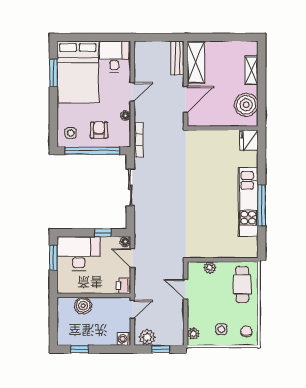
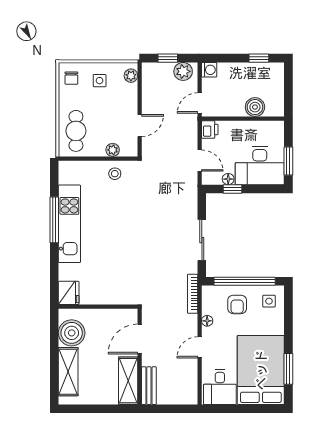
shelving: (251, 70) -> (68, 372), width x1.50, depth x1.33
floor lamp: (125, 242) -> (228, 179), moved
stool: (208, 246) -> (115, 174), added
door: (186, 289) -> (140, 126), hinge flipped

